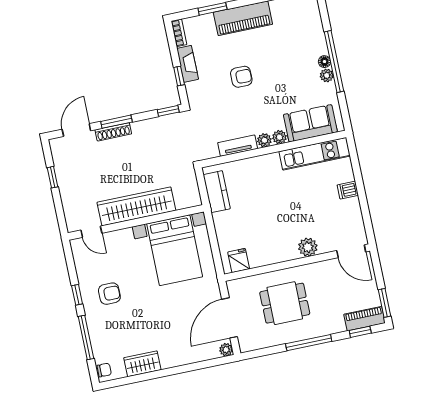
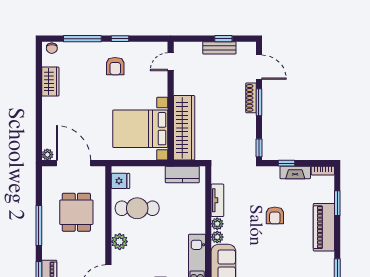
bench: (64, 180) -> (219, 48), added
wardrobe: (136, 206) -> (184, 128), moved
cafe table: (266, 235) -> (137, 208), added

